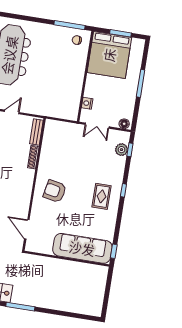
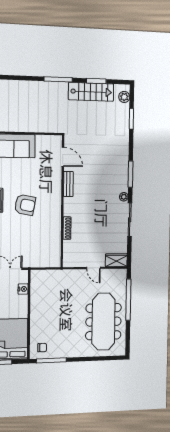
door: (12, 112) -> (93, 268), hinge flipped
bench: (36, 132) -> (68, 184), moved
armchair: (55, 191) -> (25, 205), moved

